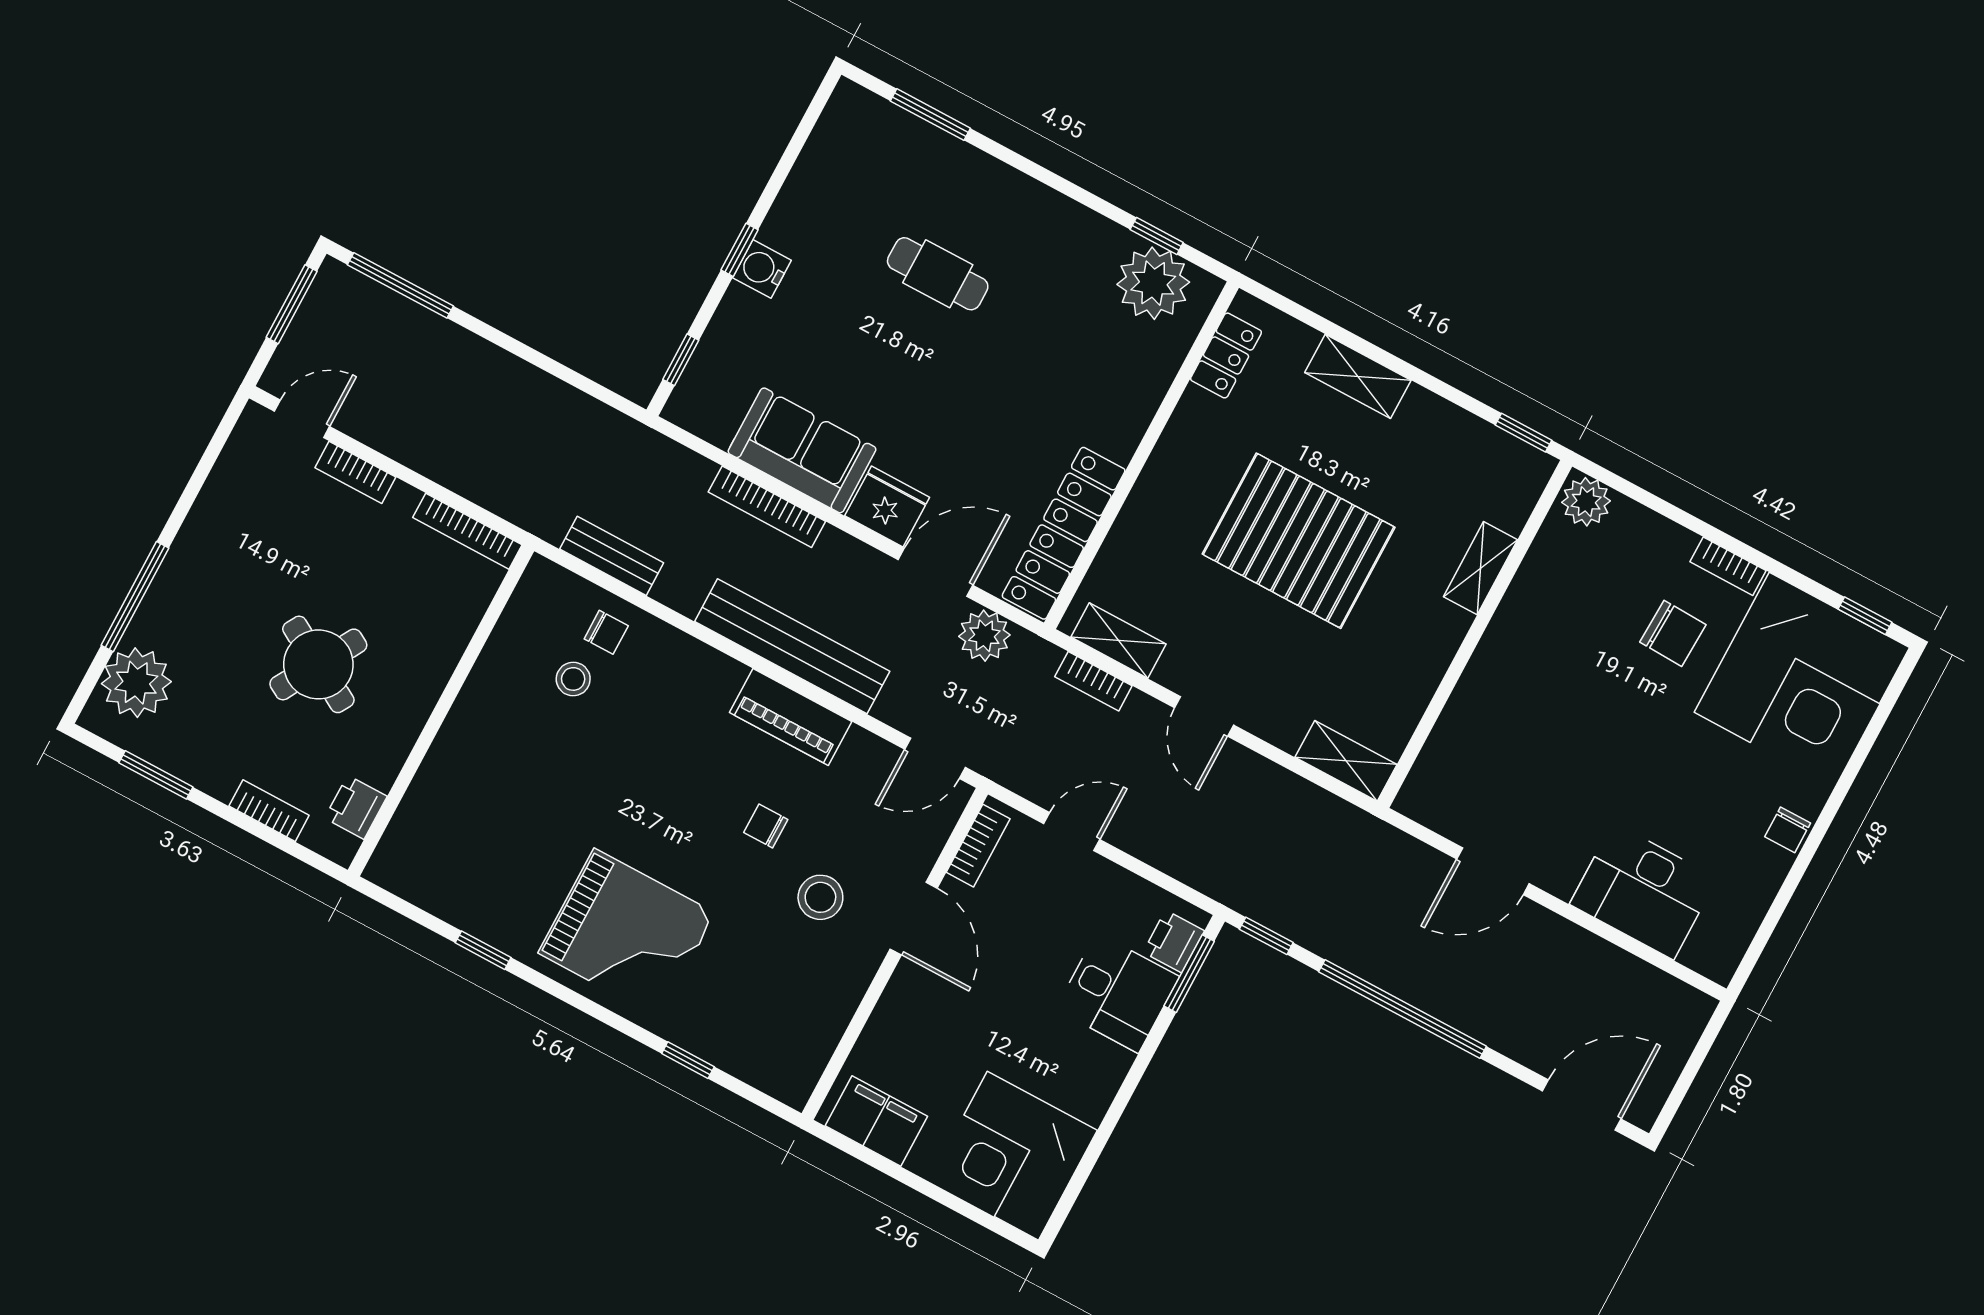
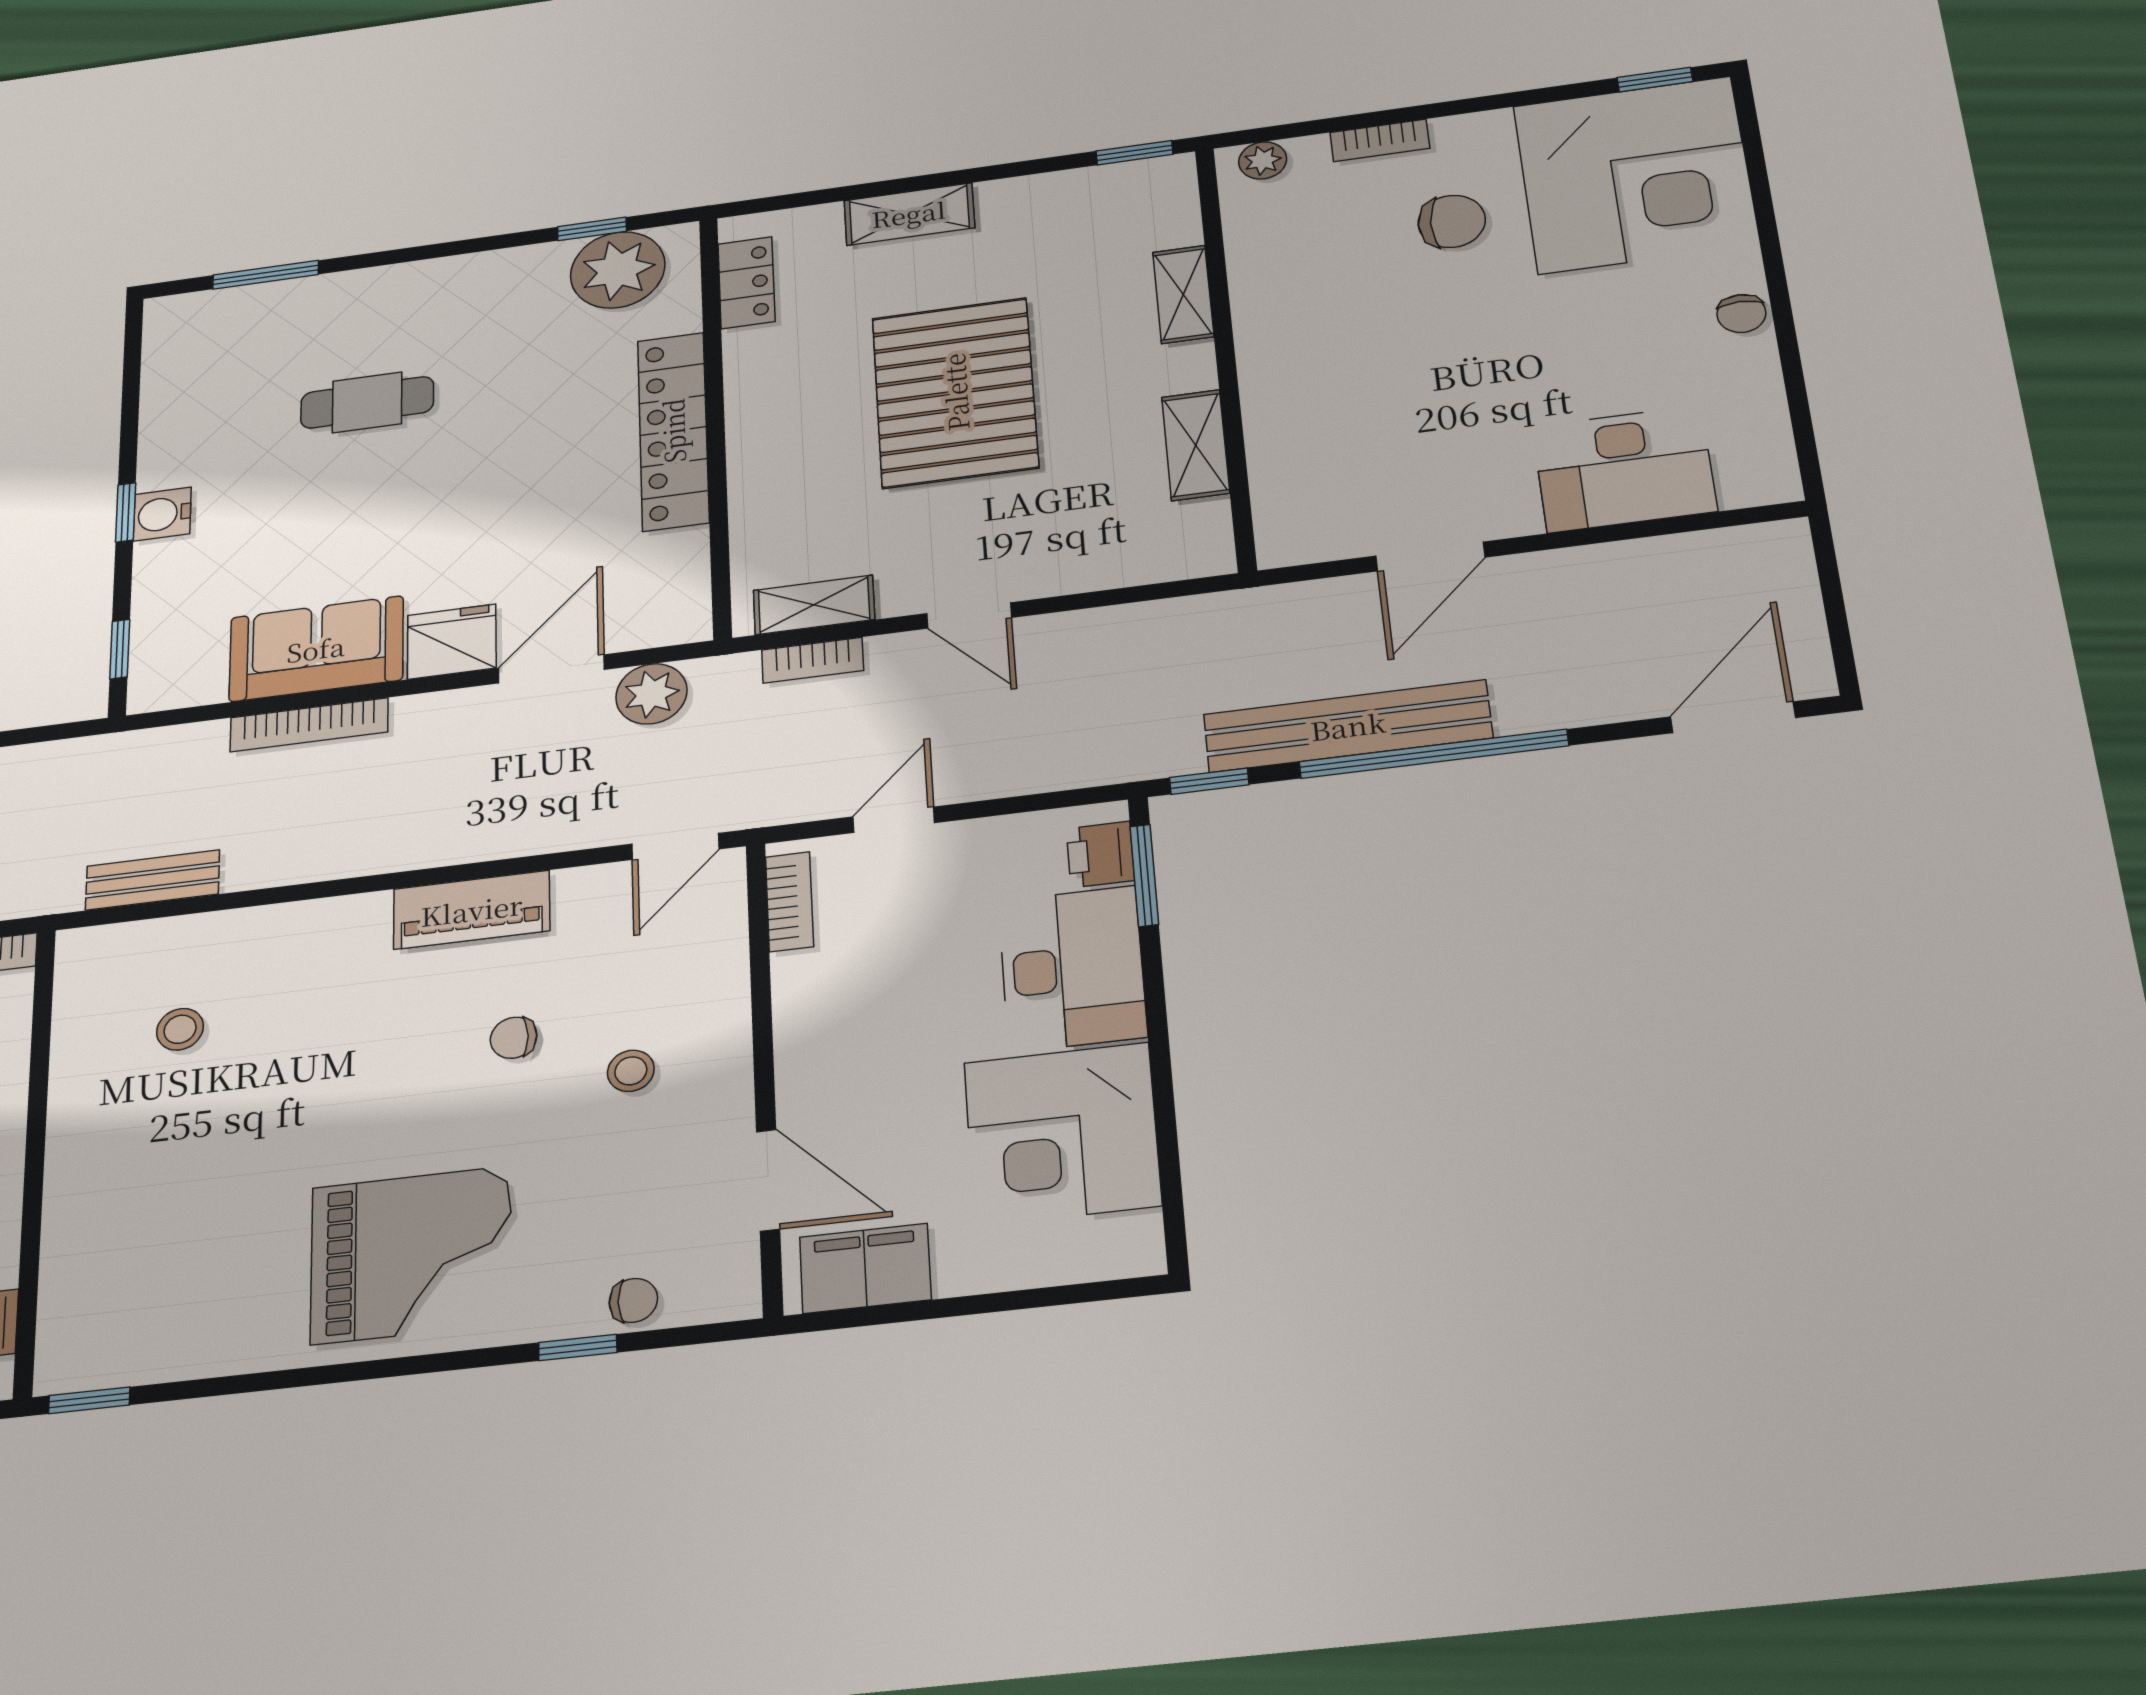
plant: (1586, 502) -> (1263, 160), width x0.73, depth x0.73
locker: (1064, 533) -> (673, 431), moved
pallet: (1299, 541) -> (955, 392), turned 90
bookcase: (1728, 566) -> (1380, 140), moved
chair: (606, 632) -> (633, 1300), moved
bench: (792, 646) -> (1348, 726), moved
shelving: (1346, 761) -> (1196, 445), moved, turned 90
stool: (820, 897) -> (631, 1071), width x0.73, depth x0.73
door: (914, 919) -> (768, 1180), moved
window: (483, 950) -> (89, 1400), moved
desk: (1117, 993) -> (1072, 969), width x1.37
corner desk: (1013, 1156) -> (1062, 1134), moved

